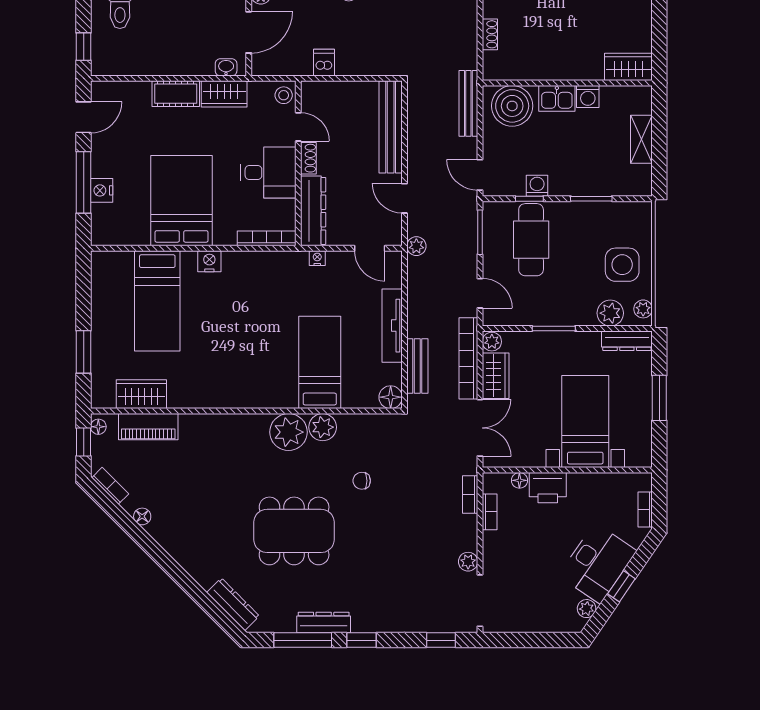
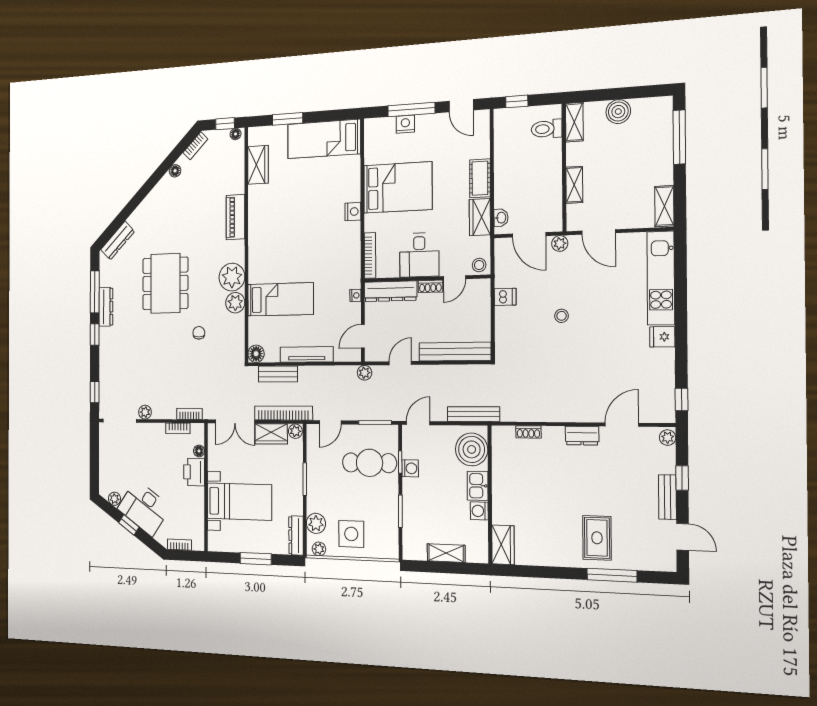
bed: (157, 301) -> (324, 139), moved
piano: (148, 427) -> (236, 217), moved

